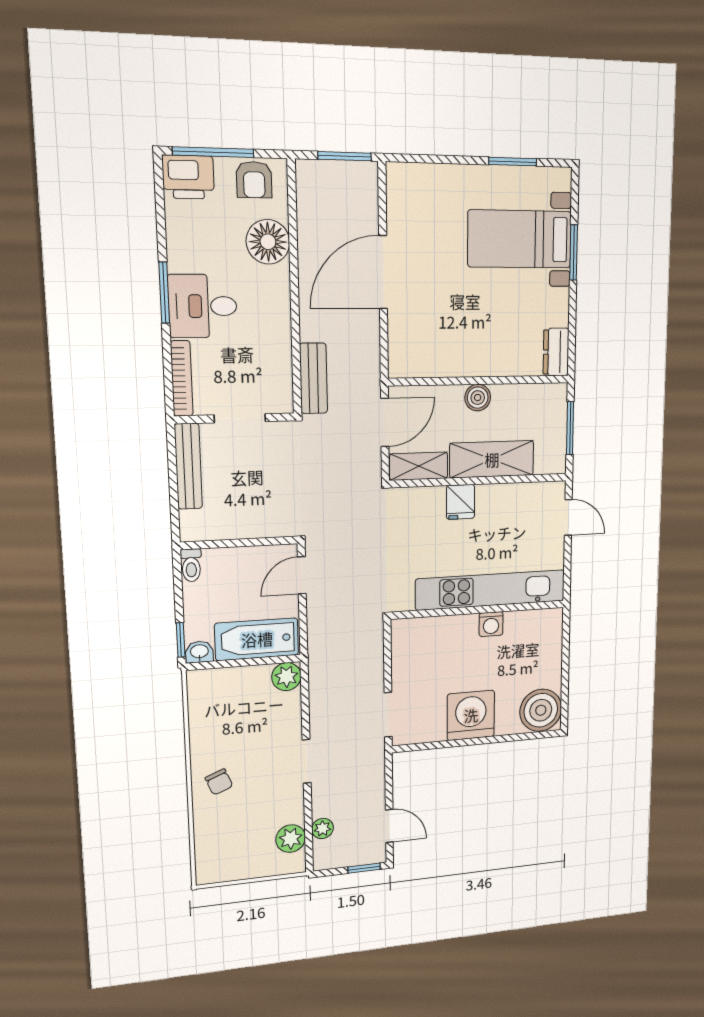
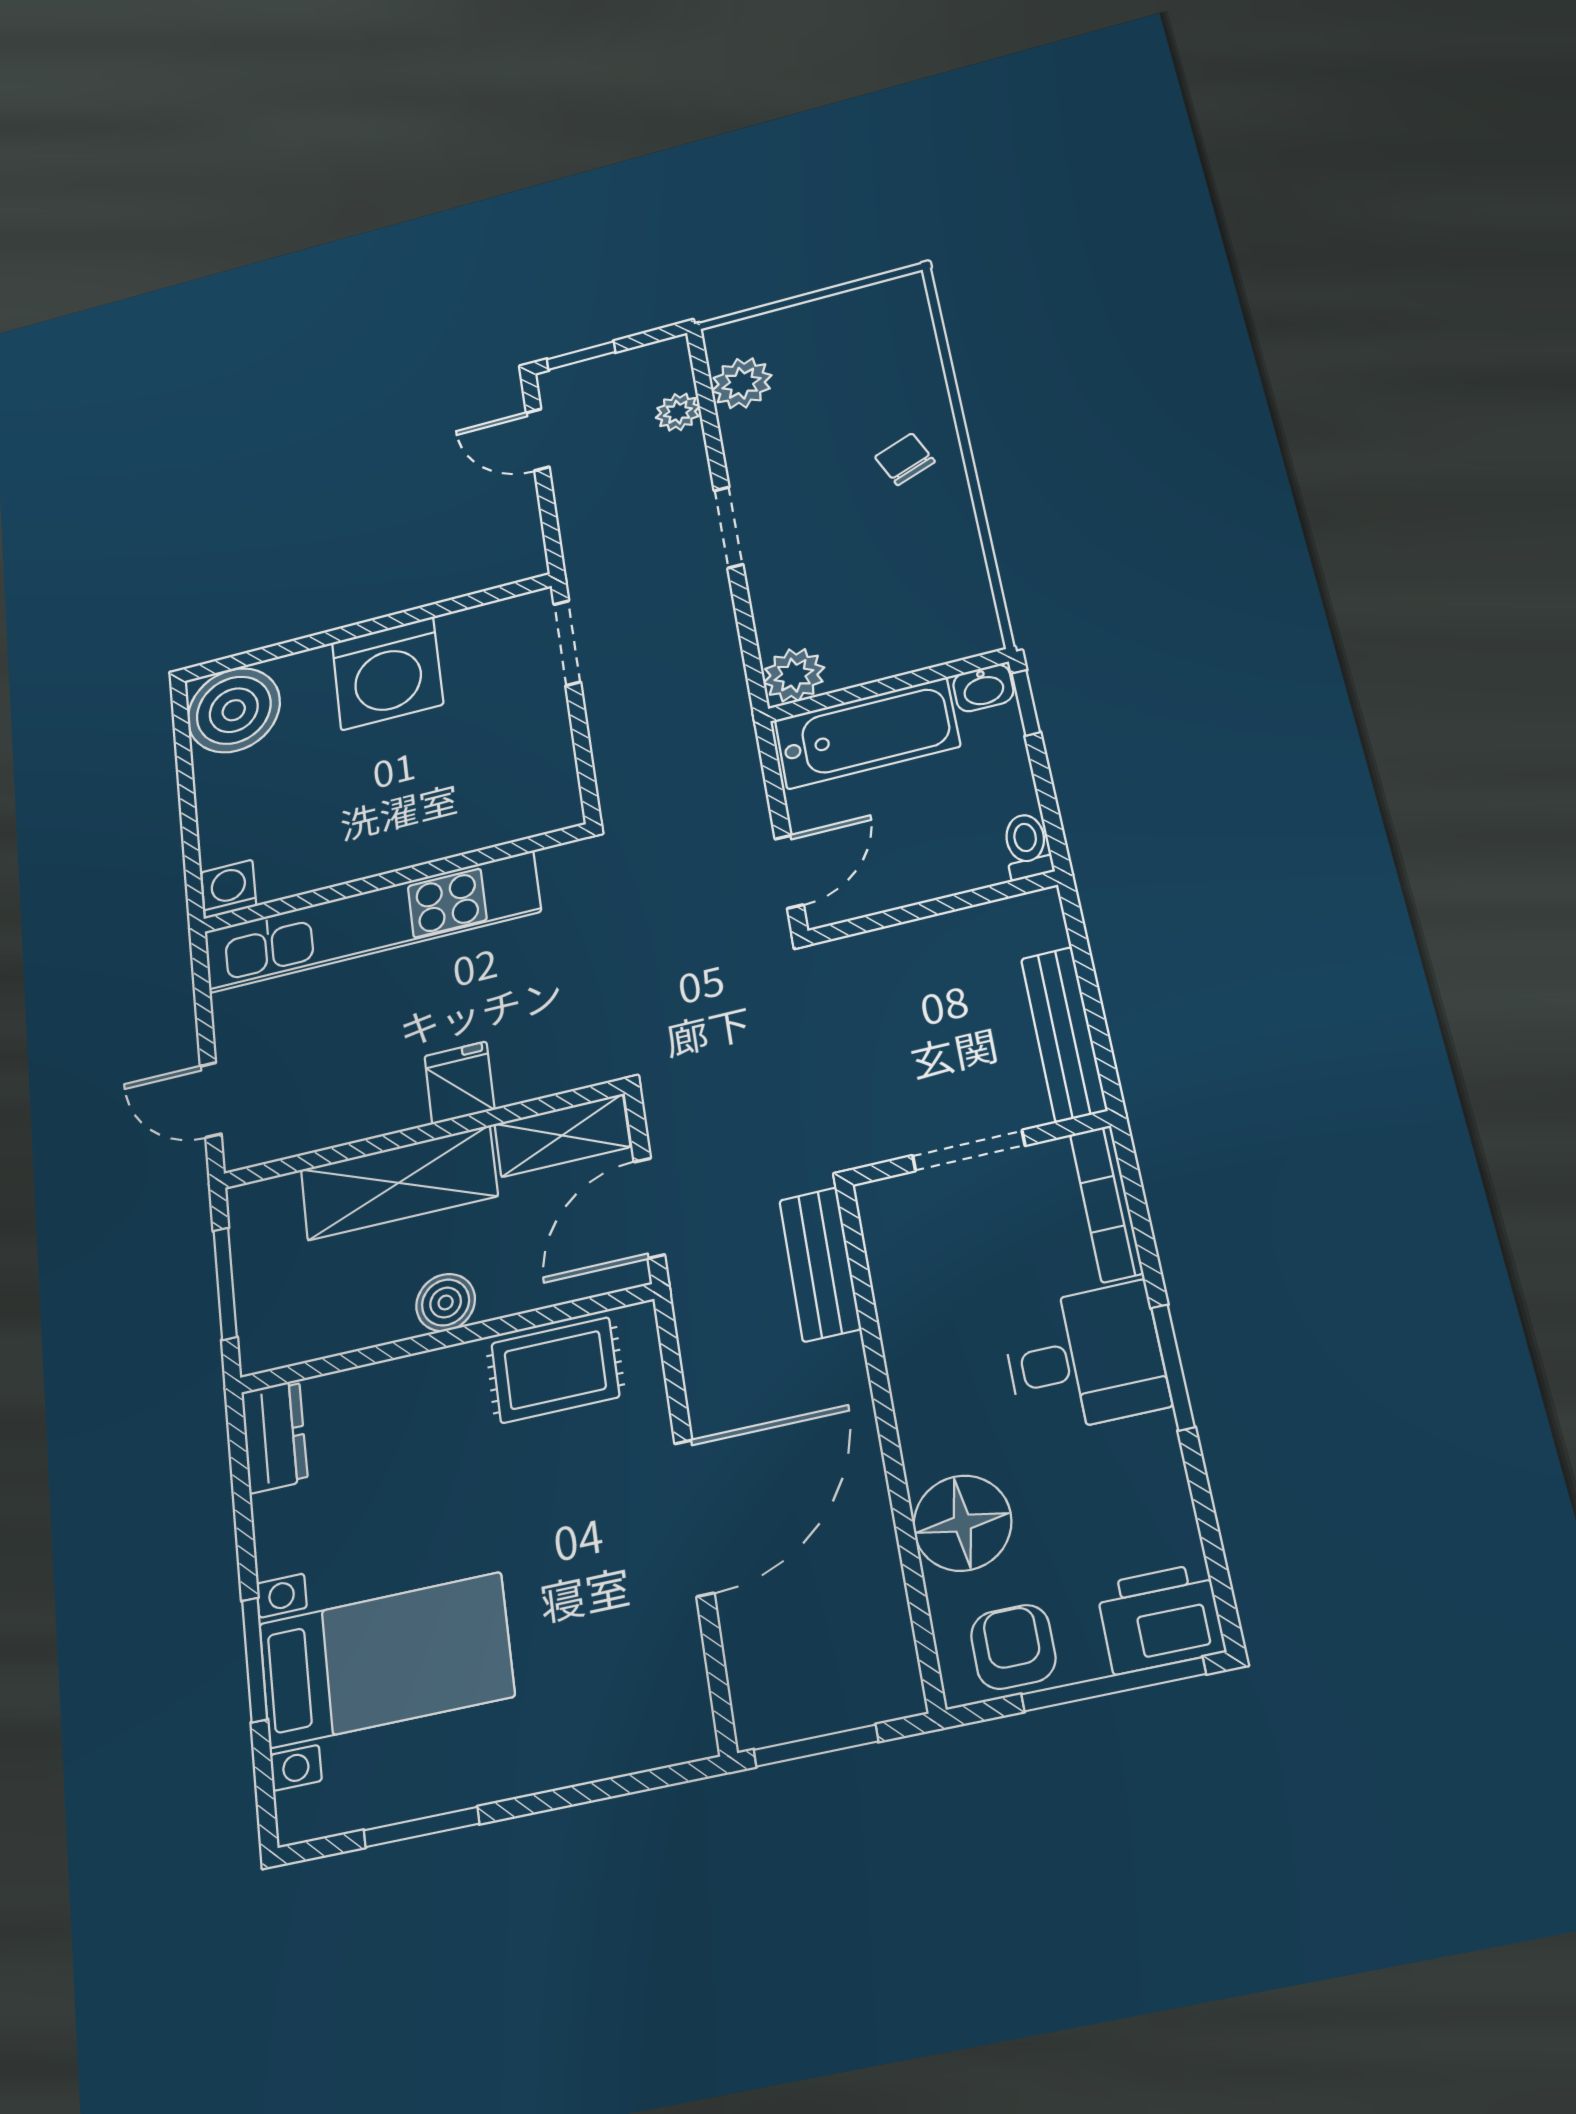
rug: (434, 355) -> (555, 1370), added
washing machine: (491, 624) -> (229, 889), moved

